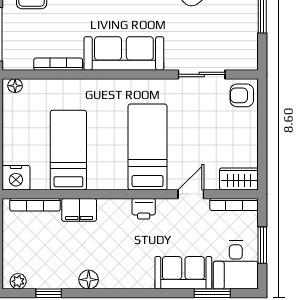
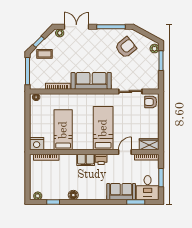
filing cabinet: (79, 210) -> (86, 160), moved

